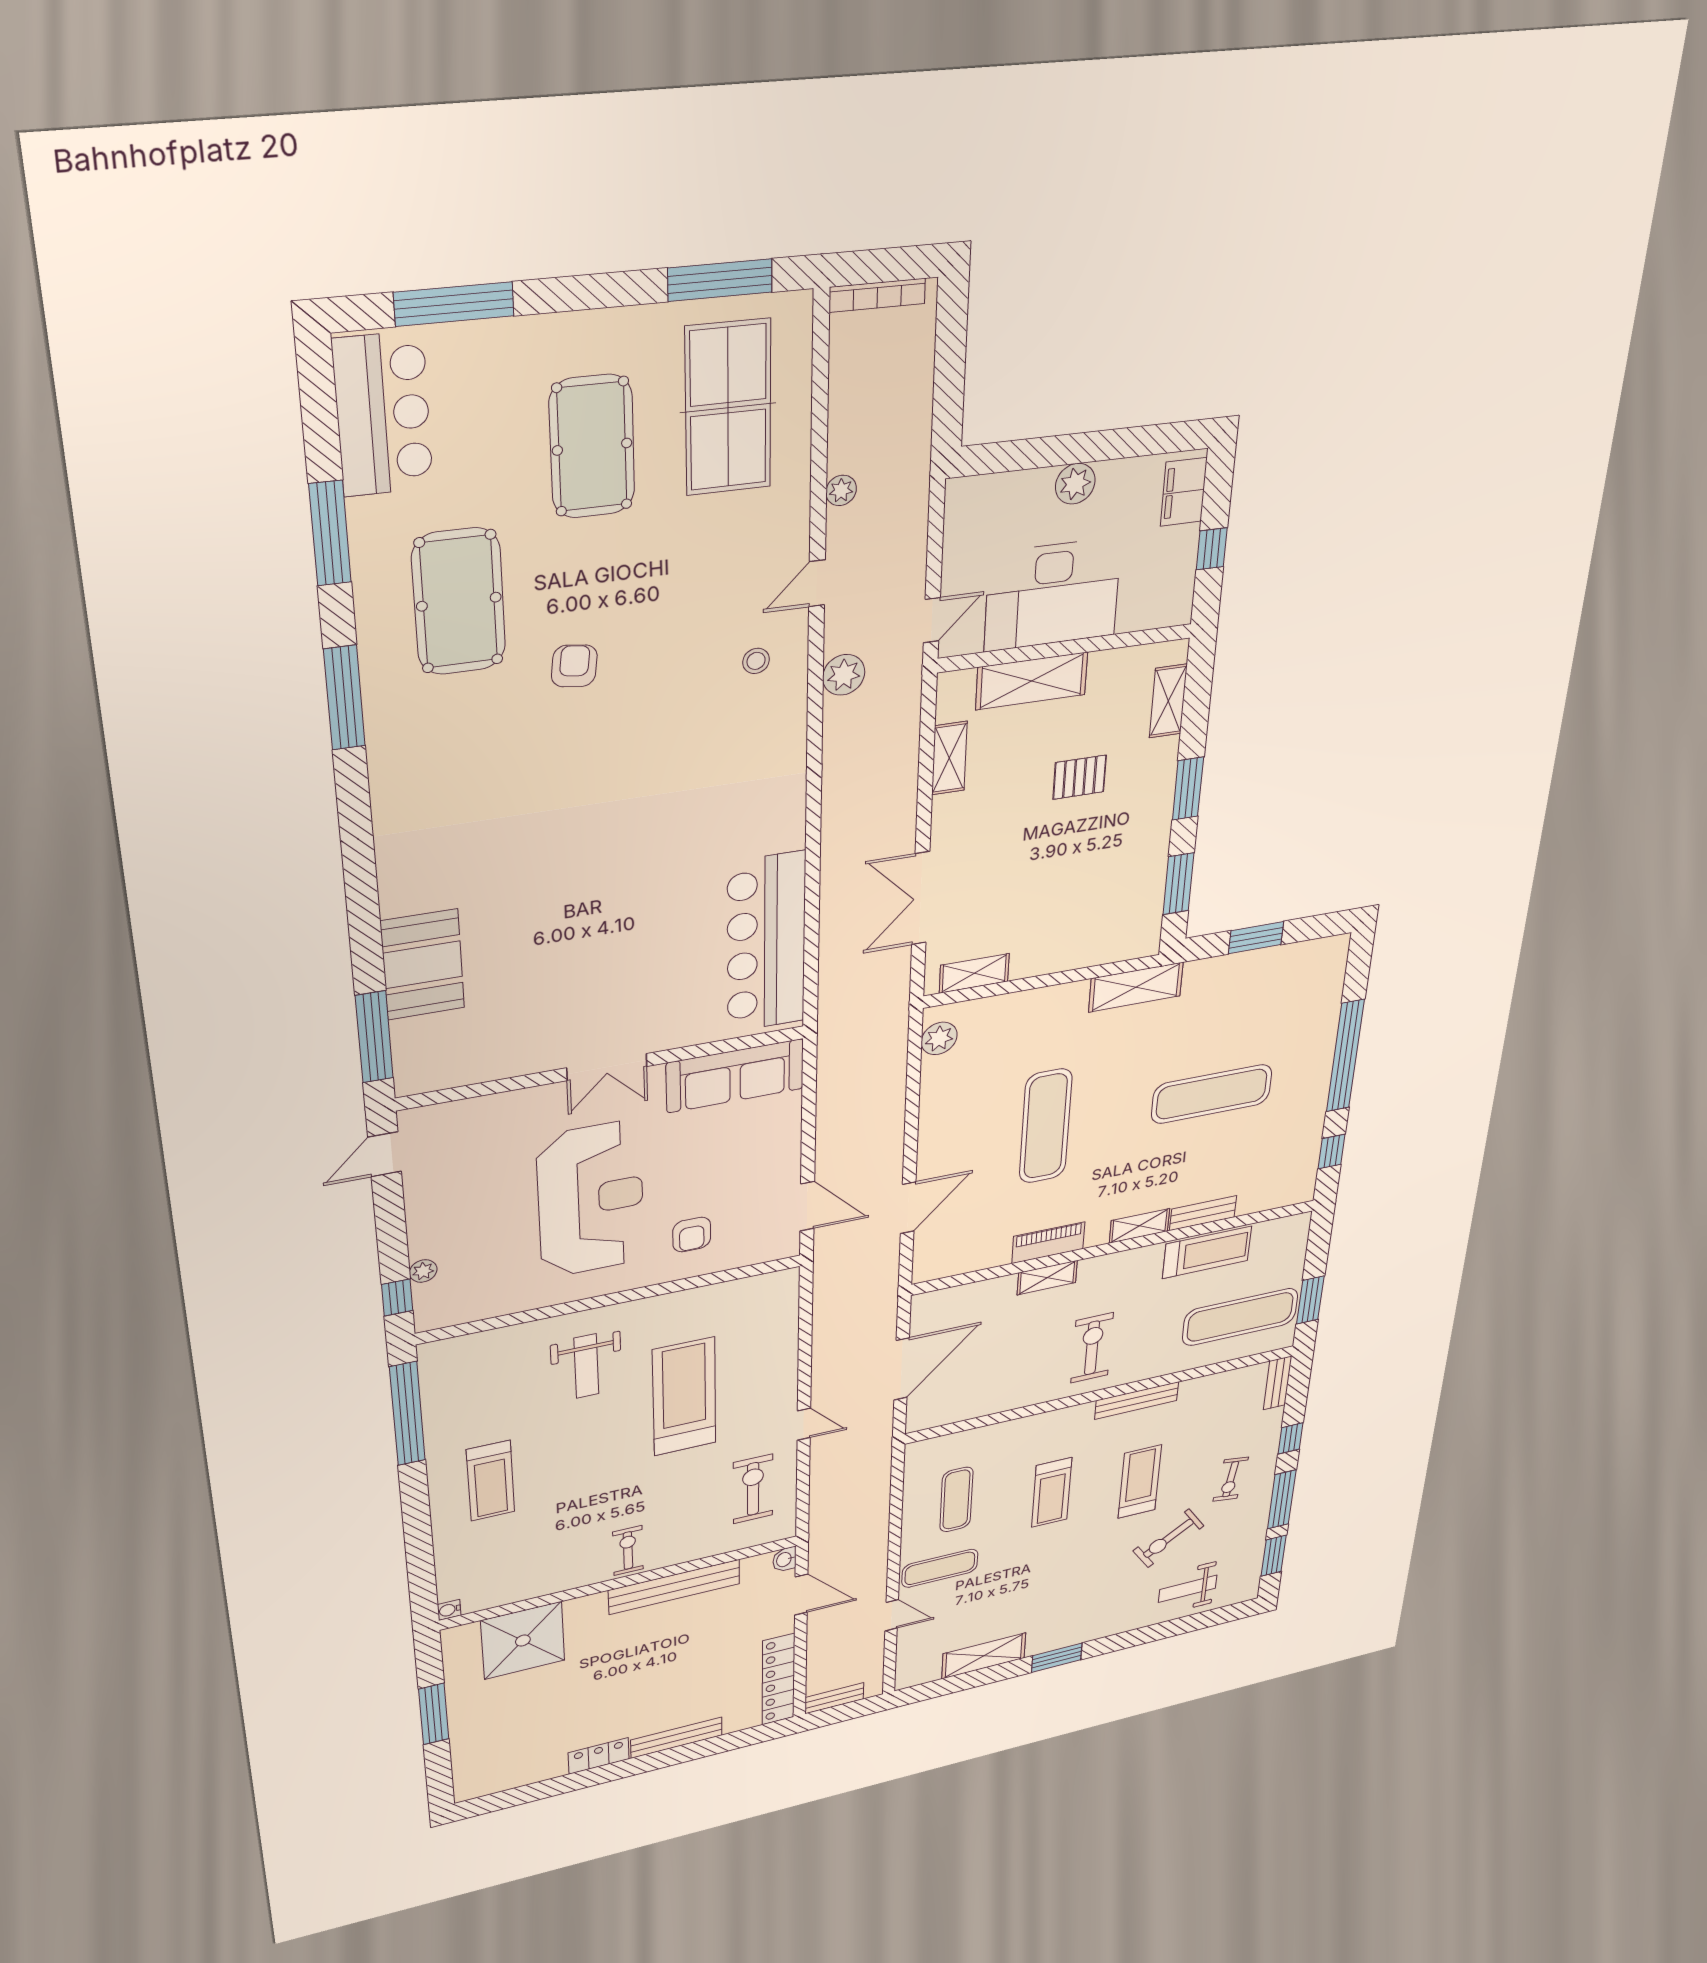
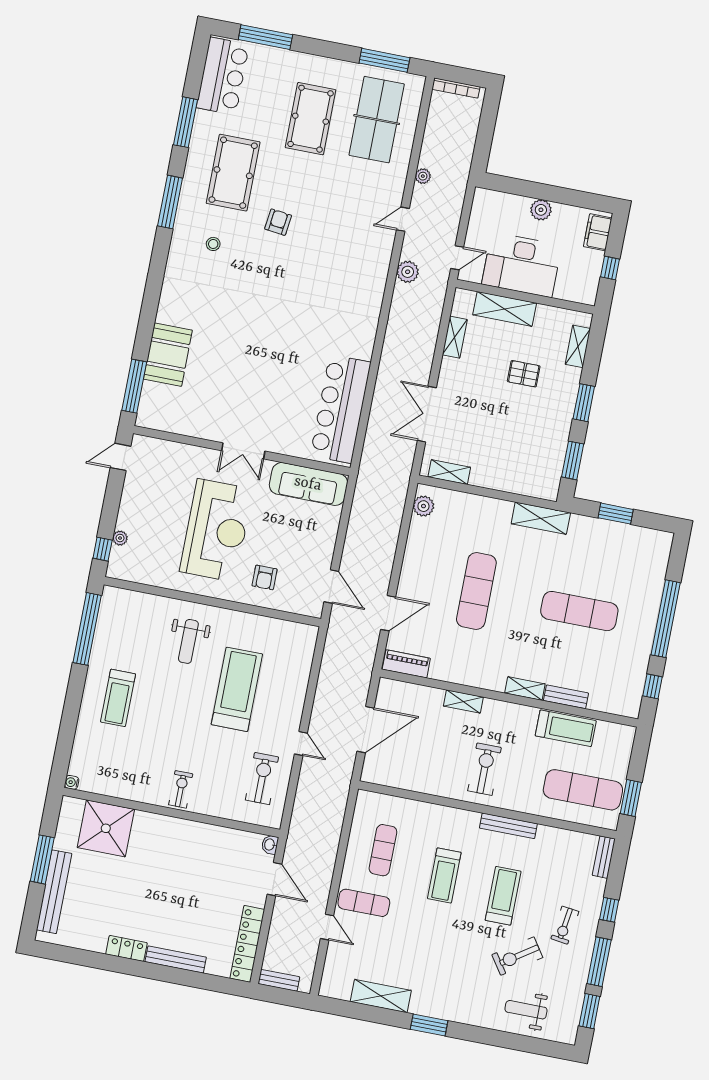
stool: (756, 661) -> (213, 244), moved
piano: (1048, 1243) -> (406, 664), moved
bench: (674, 1587) -> (54, 892), moved, turned 90

